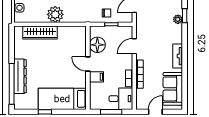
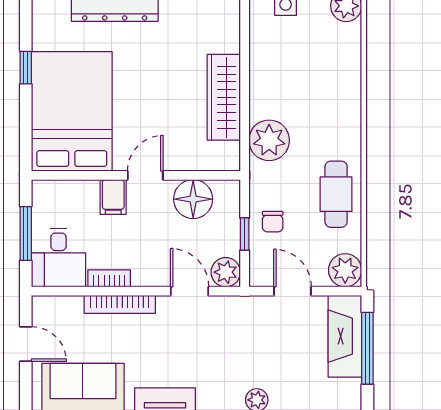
plant: (55, 14) -> (269, 140), moved
plant: (127, 32) -> (226, 272), added
wardrobe: (40, 33) -> (224, 97), moved
bed: (62, 99) -> (72, 111), width x1.50

